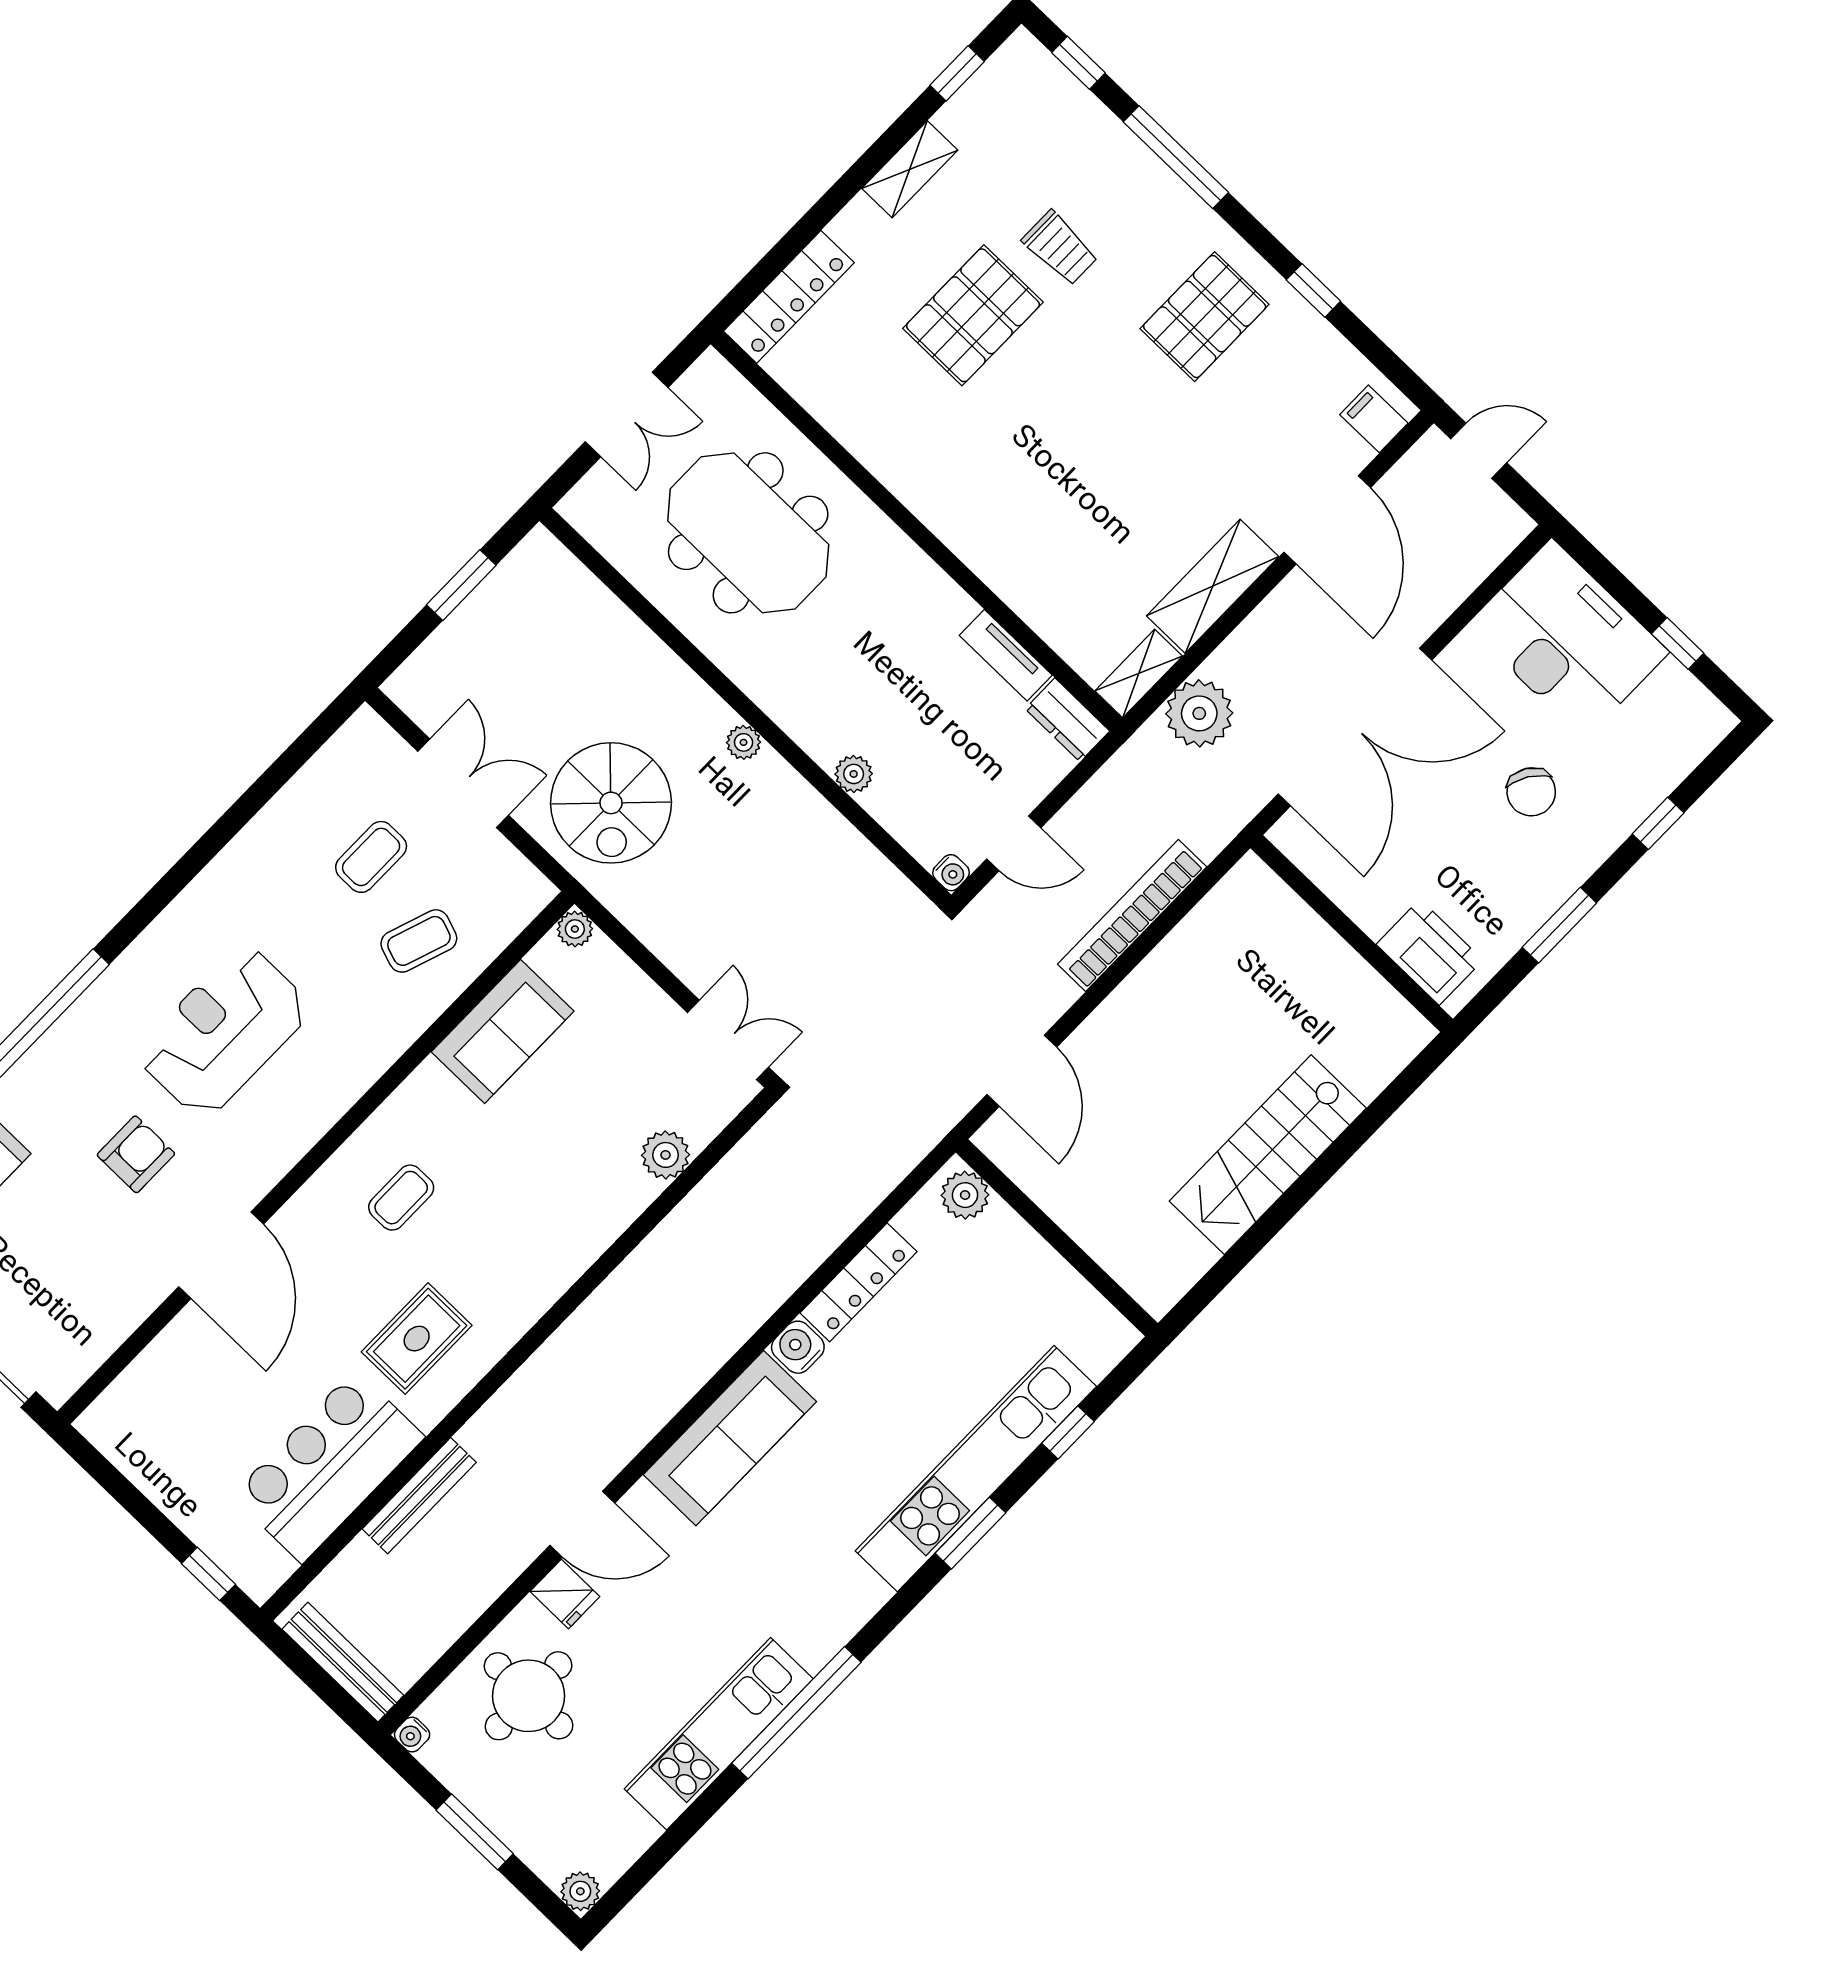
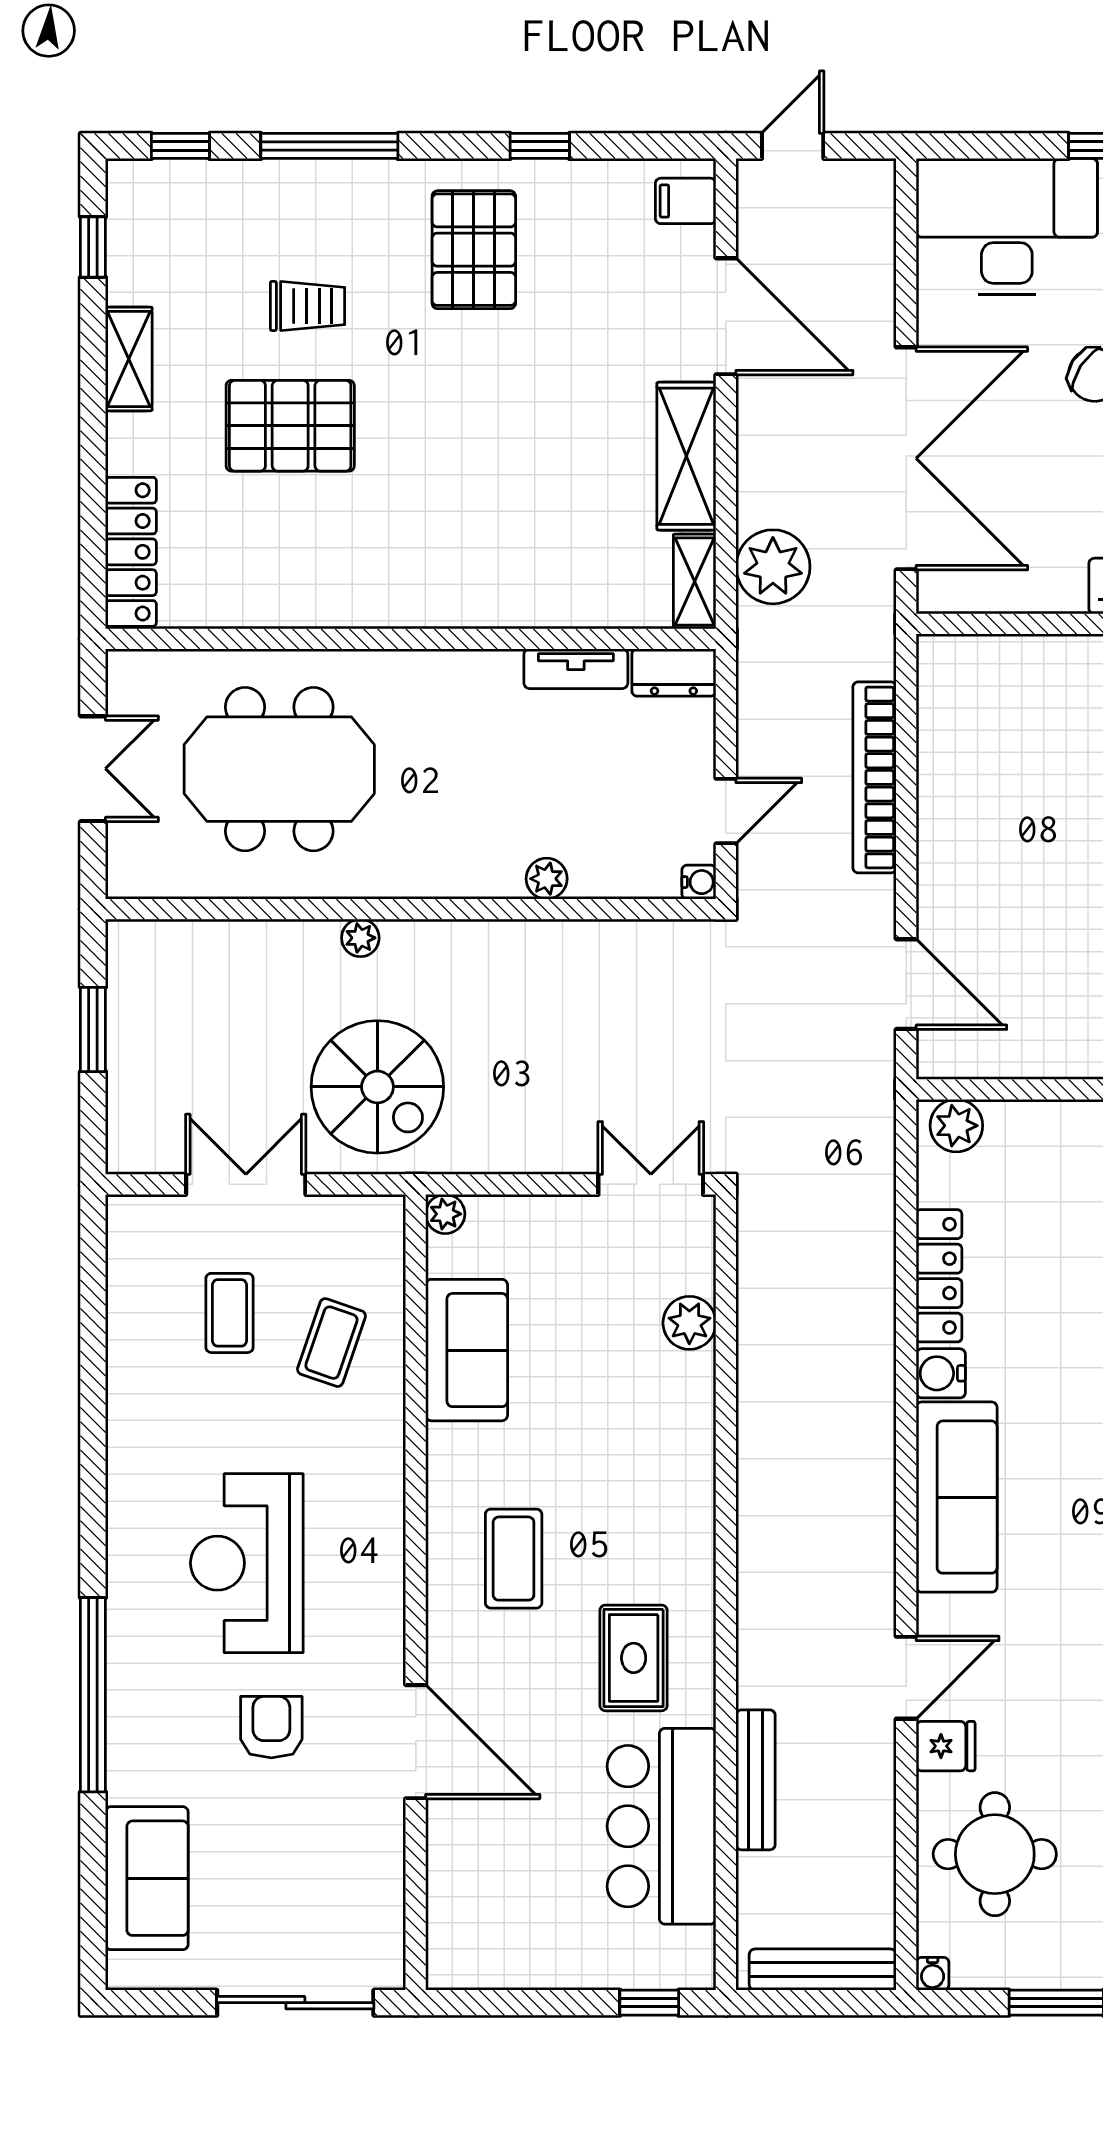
pallet: (973, 315) -> (290, 426), turned 90
plant: (744, 742) -> (360, 938), moved
coffee table: (401, 1198) -> (514, 1559), width x1.36, depth x1.30

